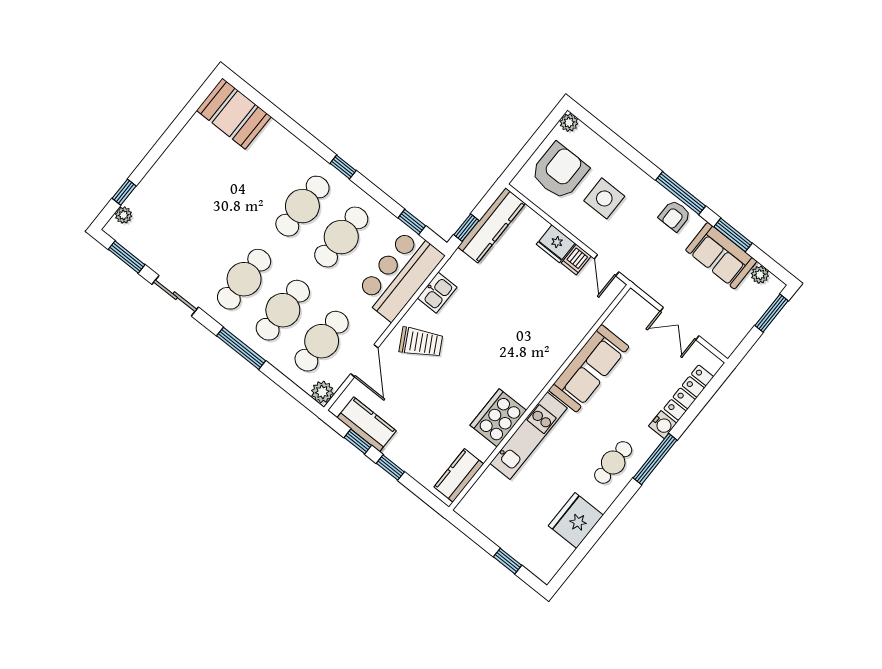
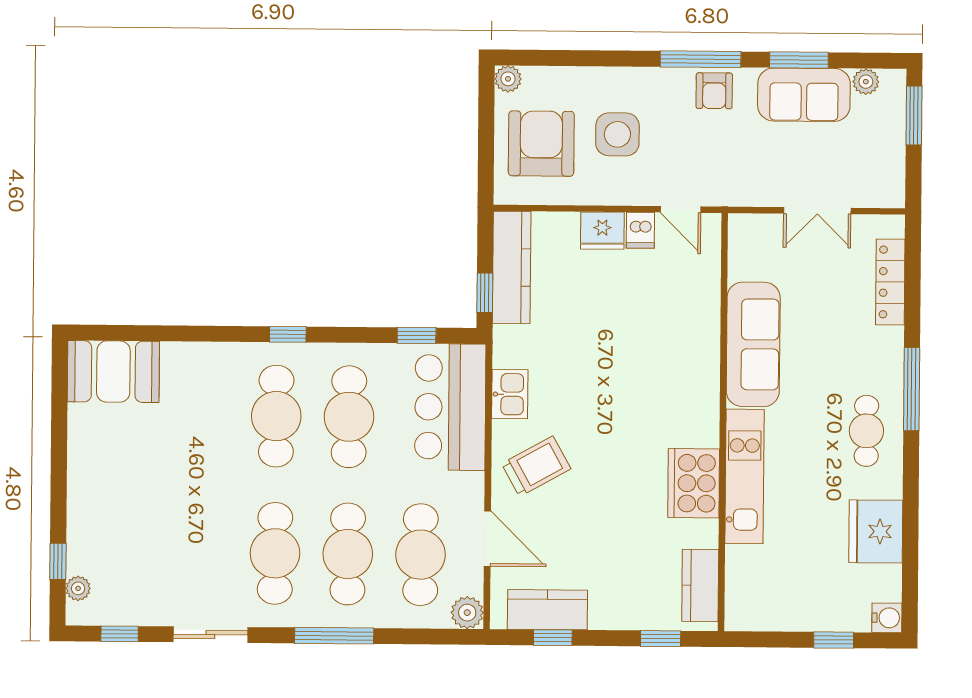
window: (127, 257) -> (120, 634), width x0.67
water cooler: (663, 425) -> (887, 618), moved
window: (390, 468) -> (661, 639), moved

